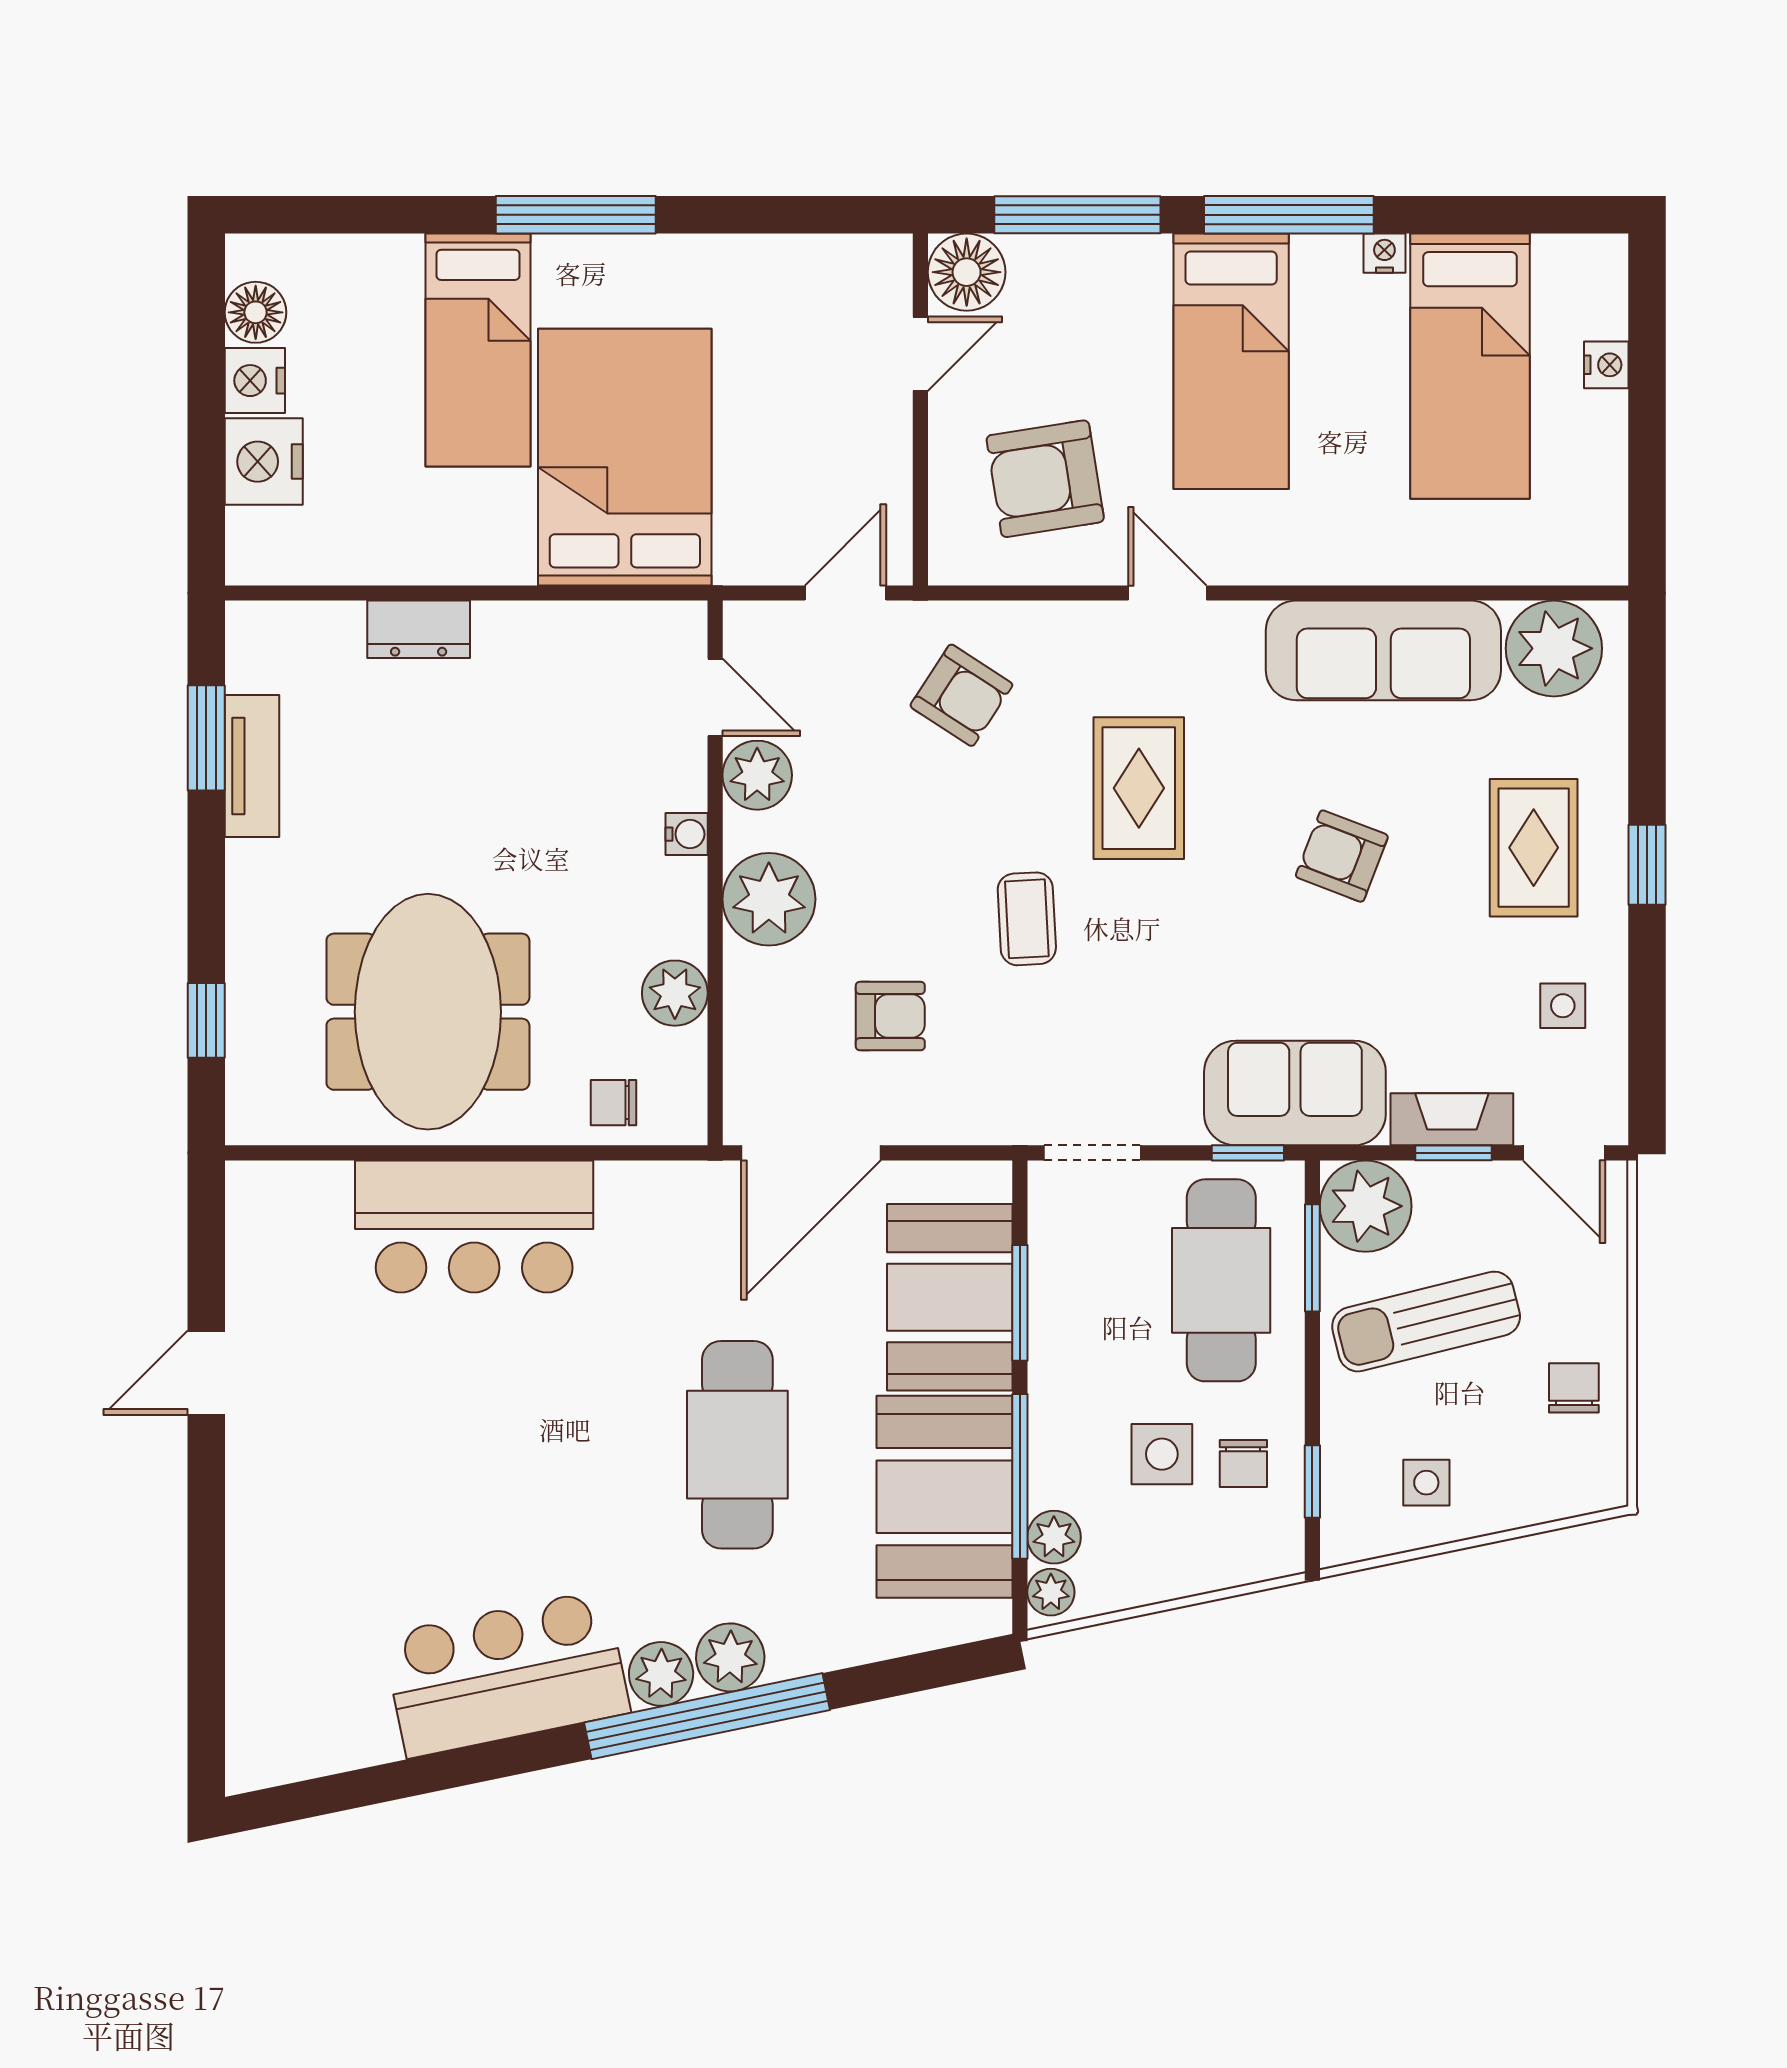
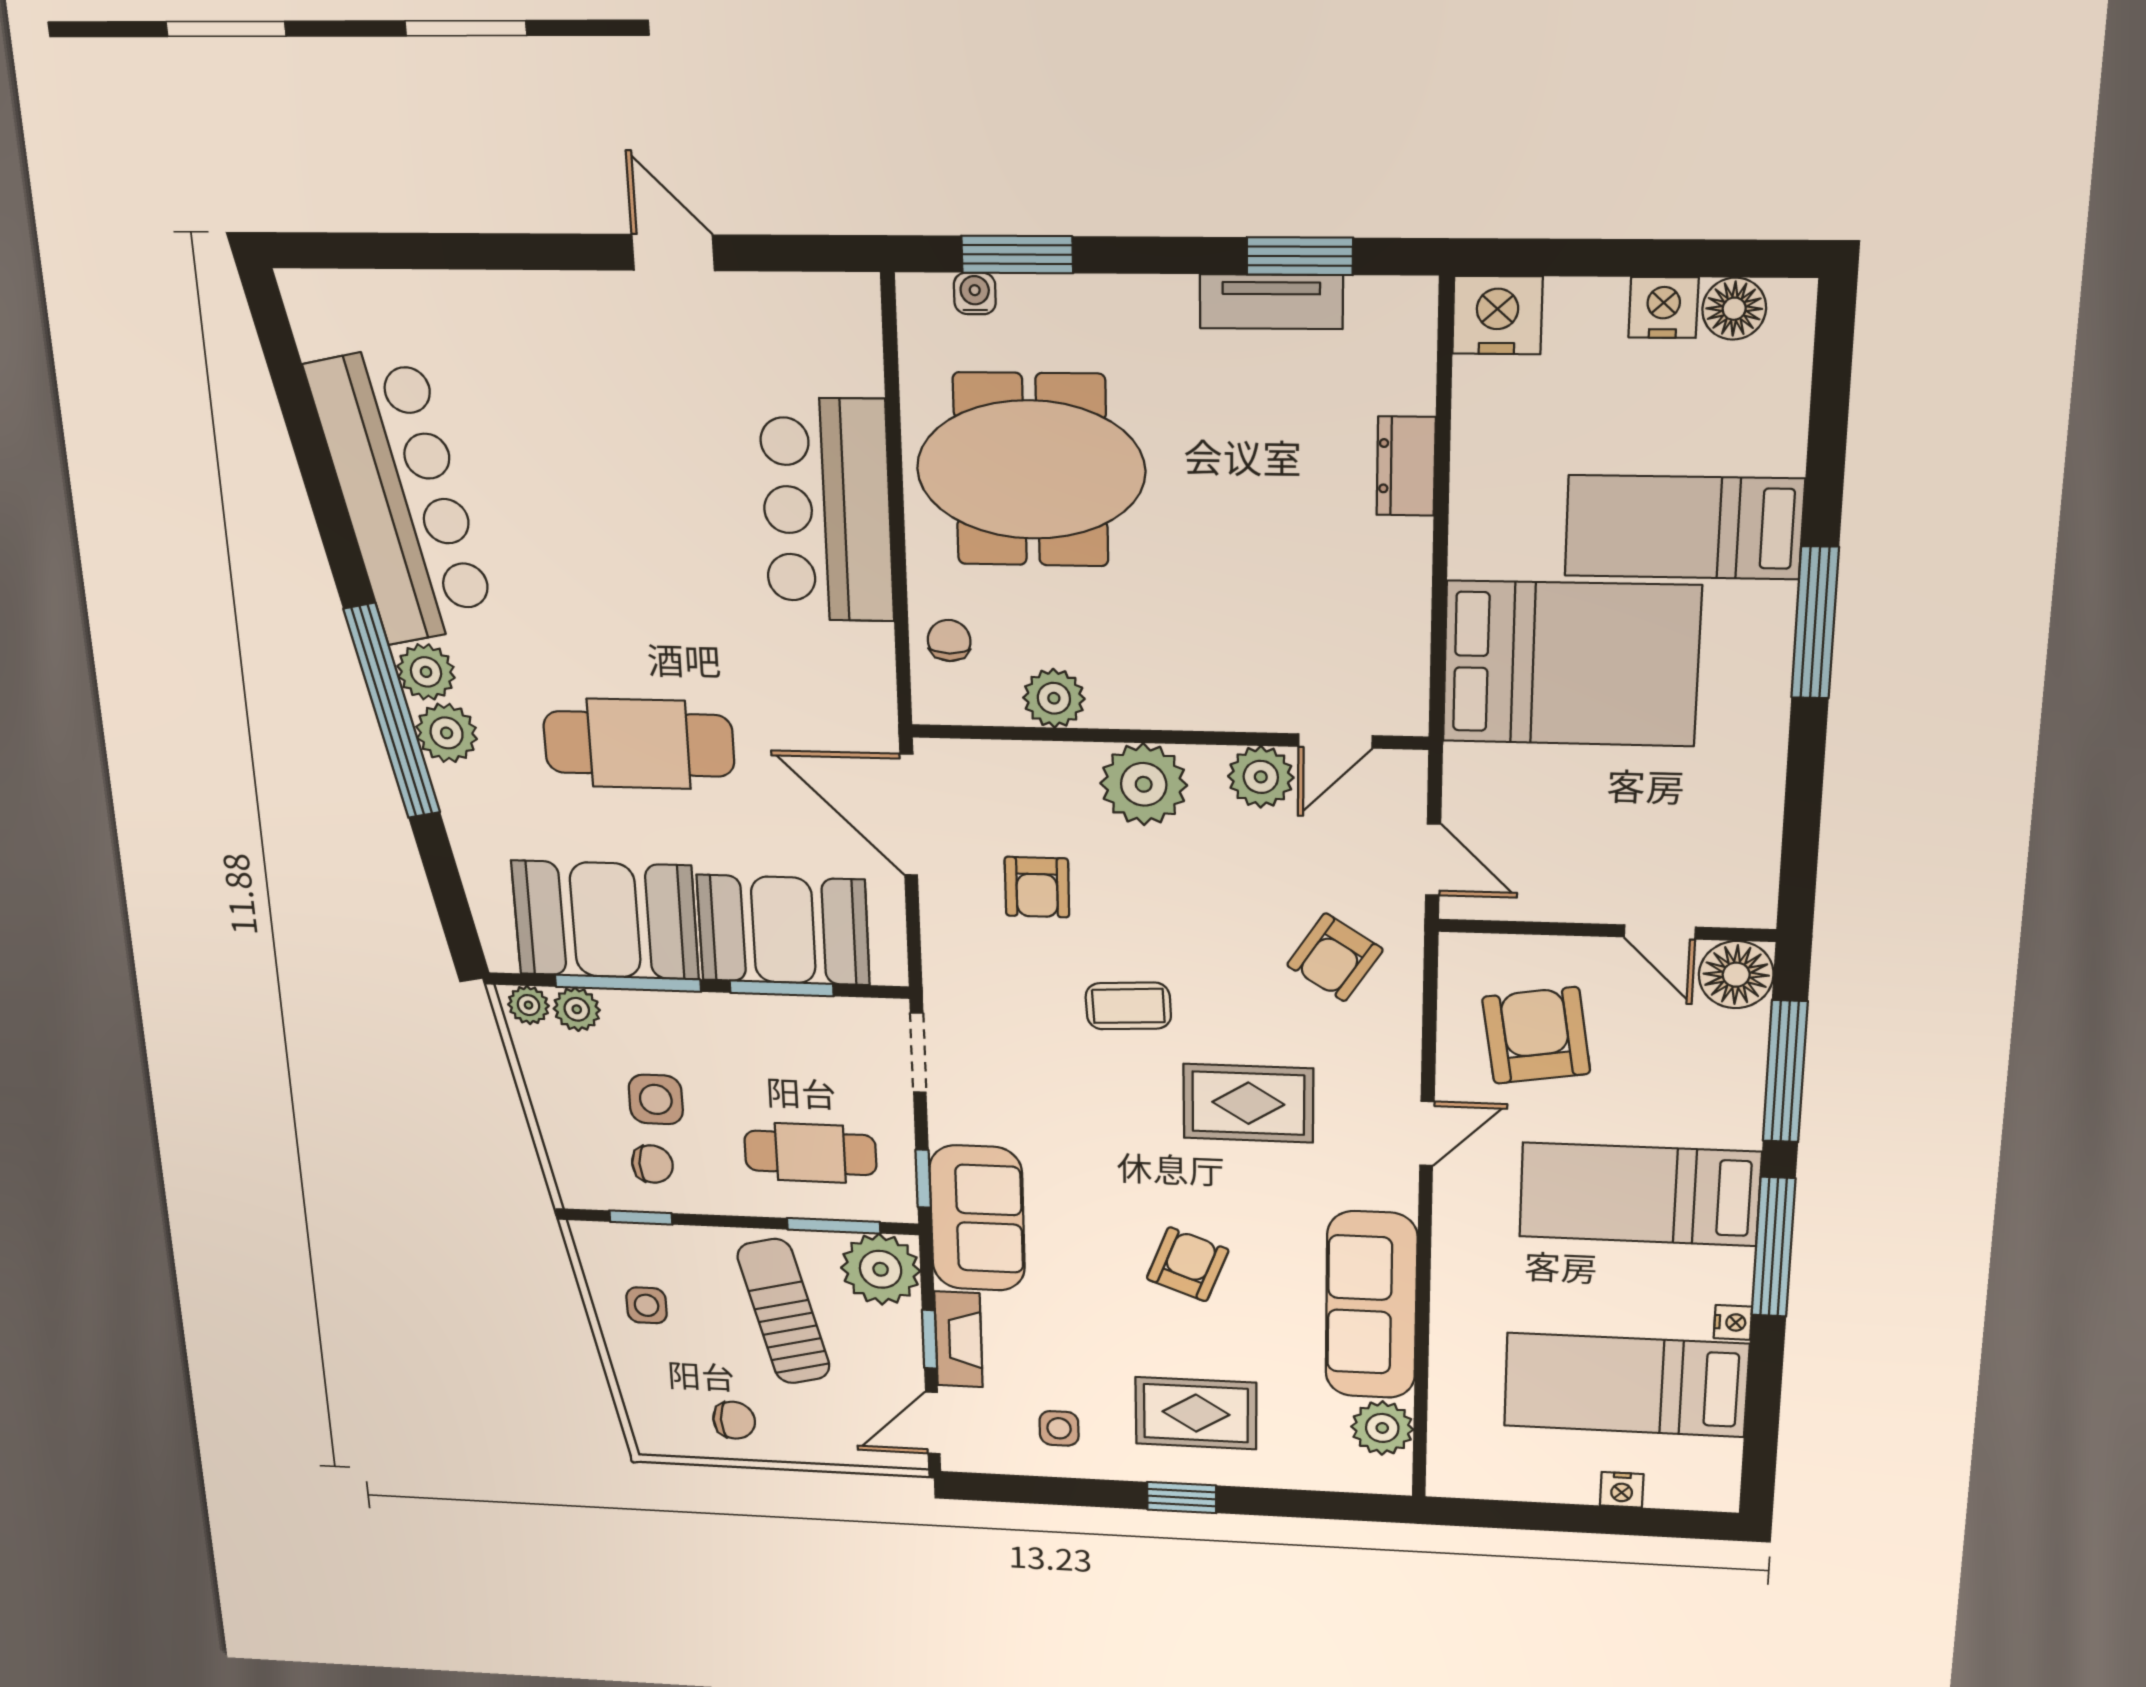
nightstand: (264, 462) -> (1497, 315), moved
plant: (1554, 648) -> (1382, 1428), width x0.73, depth x0.73
water cooler: (687, 834) -> (975, 293), moved, turned 180
window: (206, 1020) -> (1017, 254), width x1.50
cafe table: (1221, 1280) -> (810, 1153), width x0.73, depth x0.74
chair: (1243, 1463) -> (652, 1164), turned 180
bar counter: (506, 1674) -> (402, 496), width x1.36

